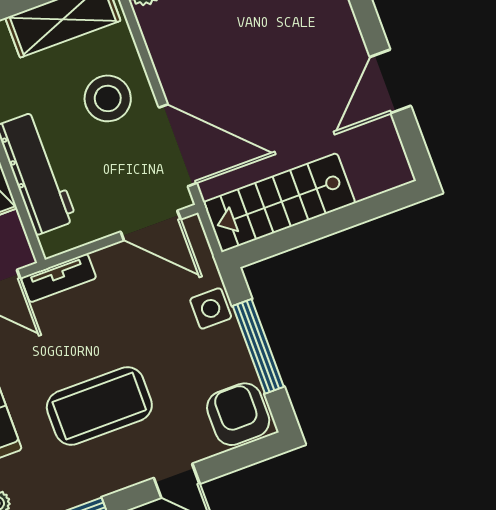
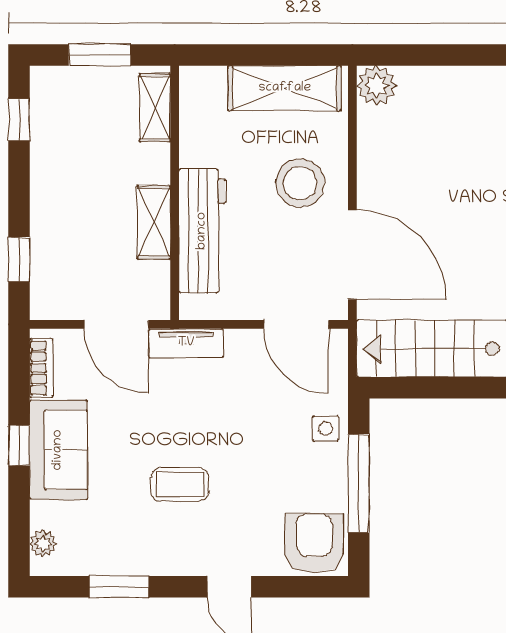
side table: (211, 308) -> (326, 428), width x0.73, depth x0.73
coffee table: (99, 406) -> (180, 484), width x0.54, depth x0.58

